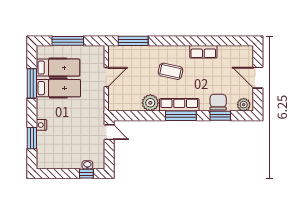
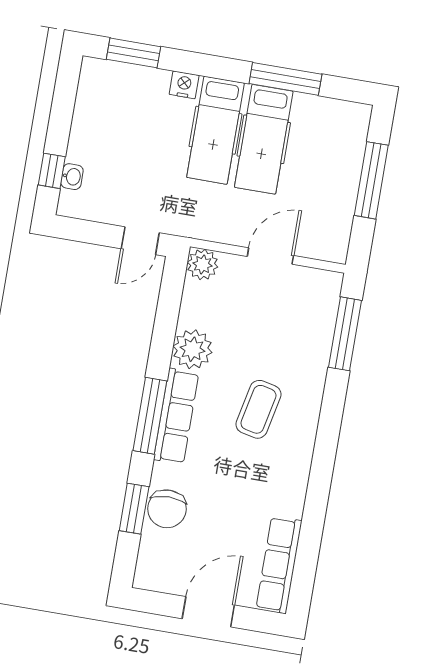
row of seats: (203, 52) -> (279, 565), moved, width x1.48
hospital bed: (58, 68) -> (215, 130), moved
door: (106, 77) -> (270, 256), swing flipped
chair: (218, 102) -> (167, 509), turned 90
plant: (244, 105) -> (203, 264), moved
window: (32, 138) -> (134, 53), moved

